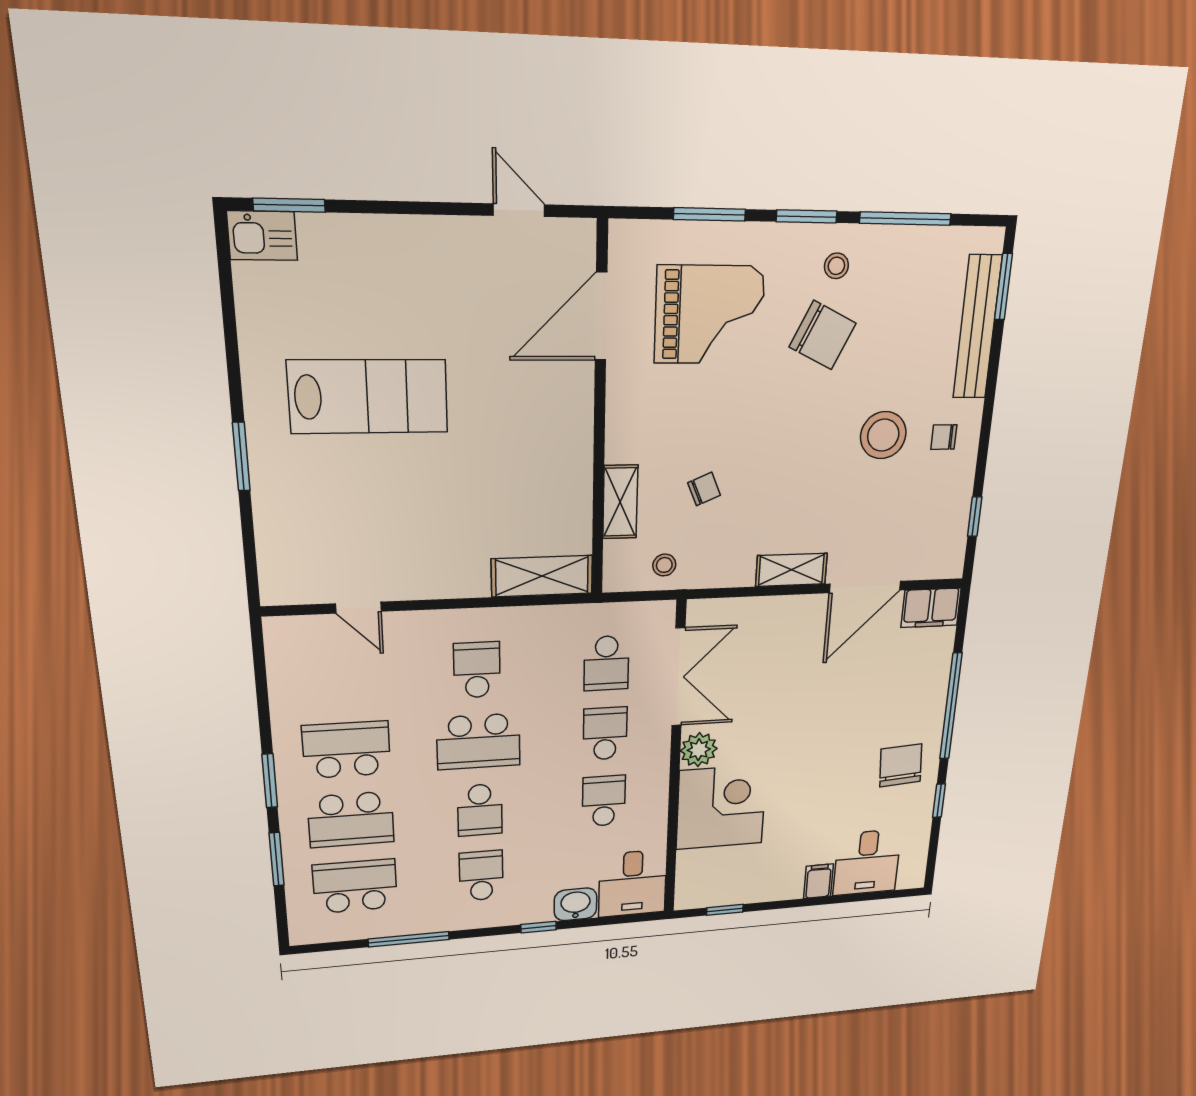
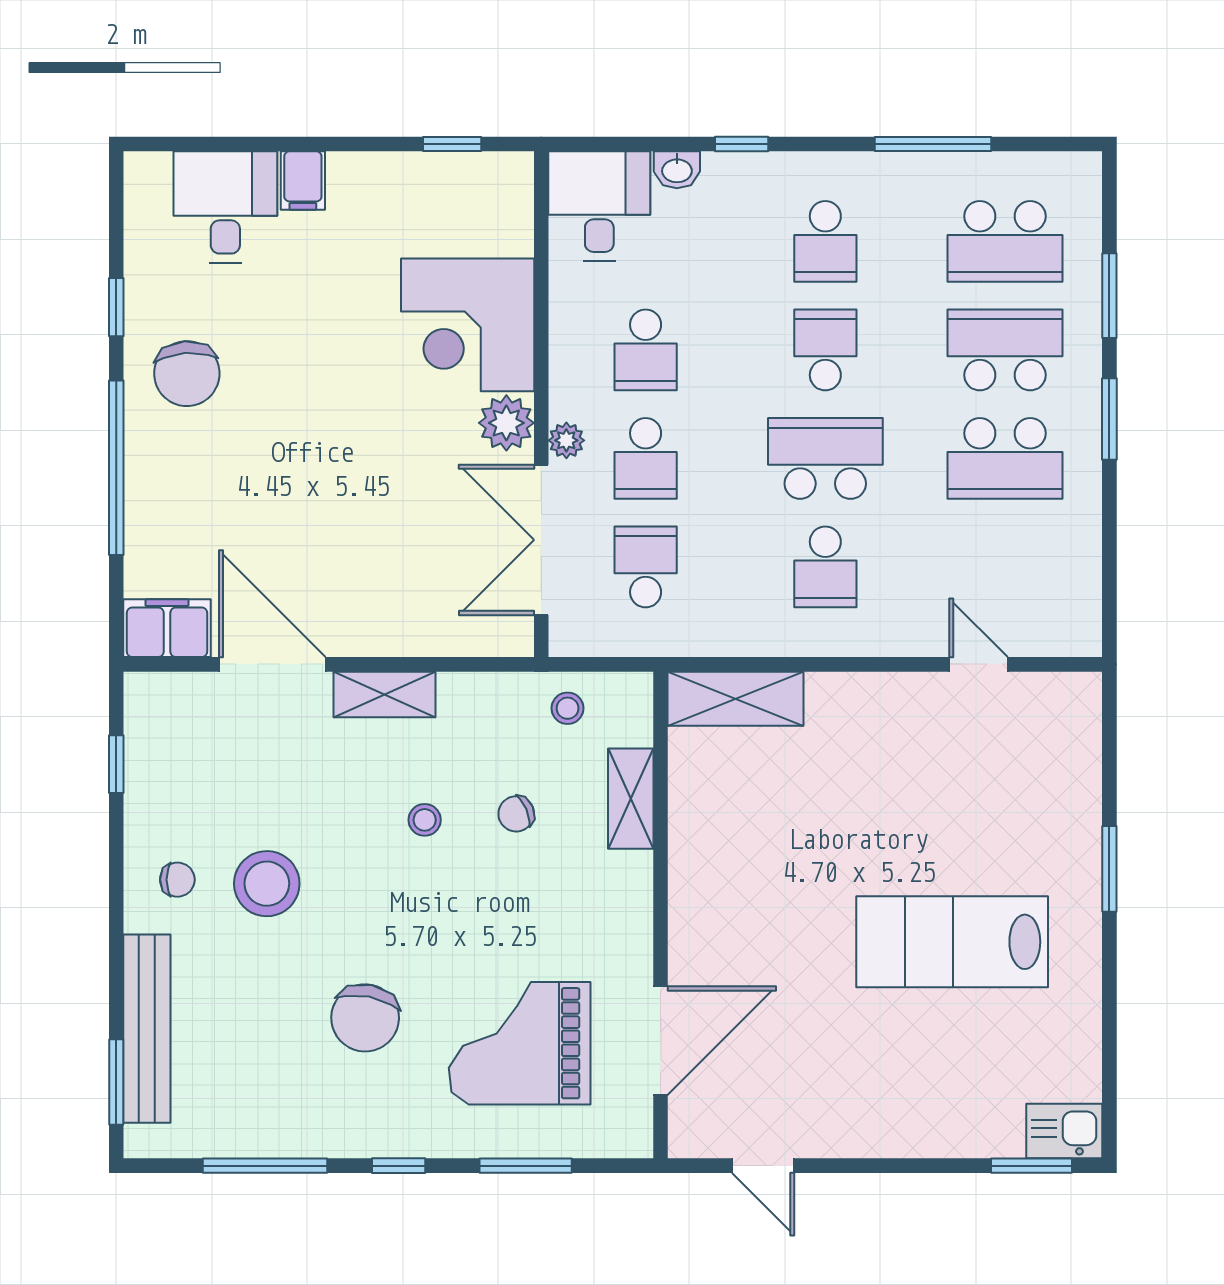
window: (807, 216) -> (399, 1166), width x0.67
stool: (836, 266) -> (425, 820), moved
chair: (823, 335) -> (365, 1018), turned -105
door: (865, 587) -> (272, 664), hinge flipped
plant: (659, 742) -> (566, 440), added
washbasin: (576, 904) -> (677, 170), width x0.72, depth x0.69

